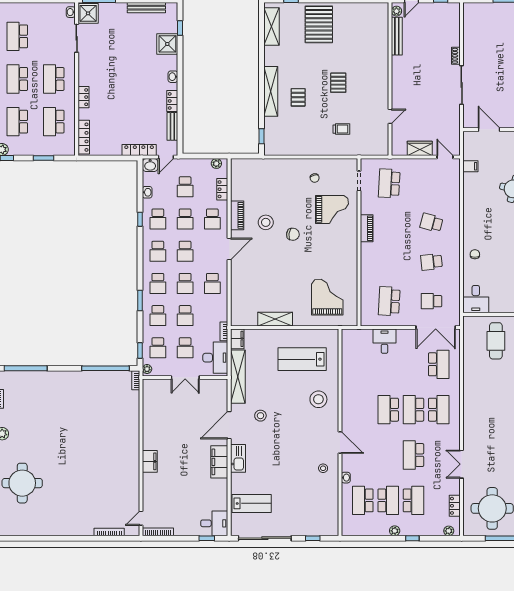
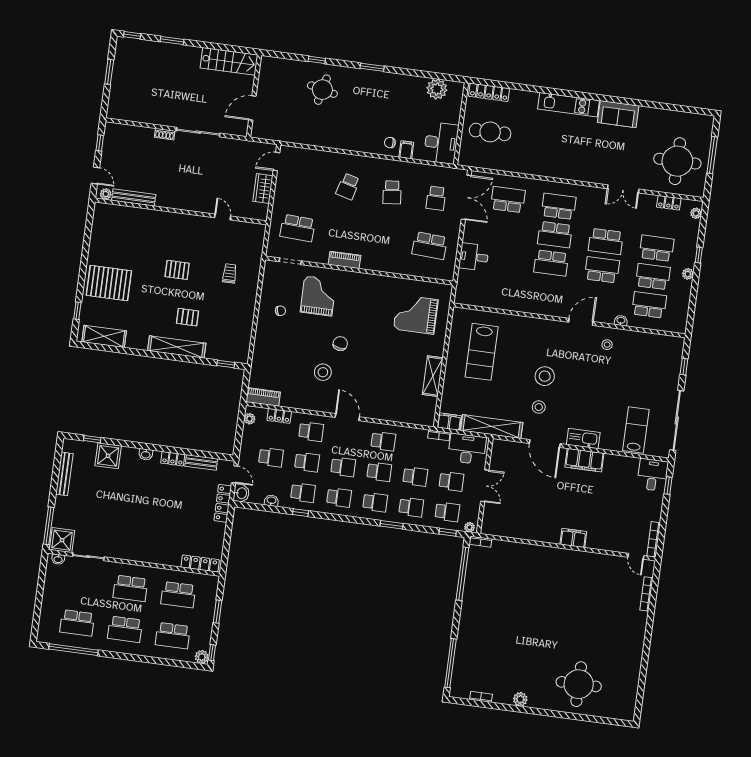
locker: (83, 97) -> (155, 558), removed
filing cabinet: (470, 166) -> (406, 150), moved
piano: (237, 215) -> (263, 397), moved
desk: (476, 299) -> (441, 143), width x1.37
stool: (318, 399) -> (545, 376), moved
school desk: (388, 455) -> (602, 270), added
school desk: (363, 500) -> (649, 305), turned 180

